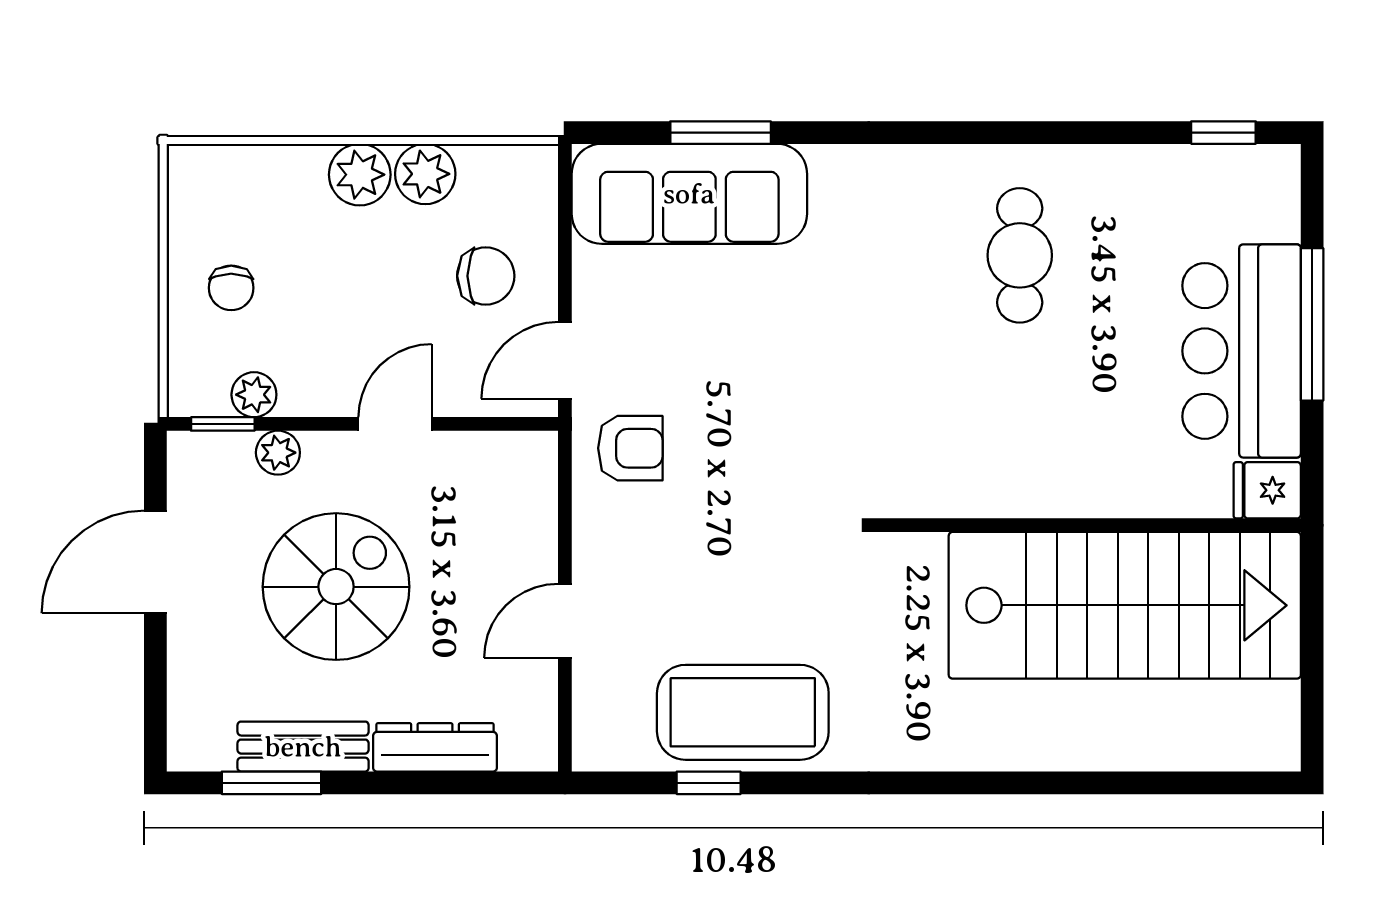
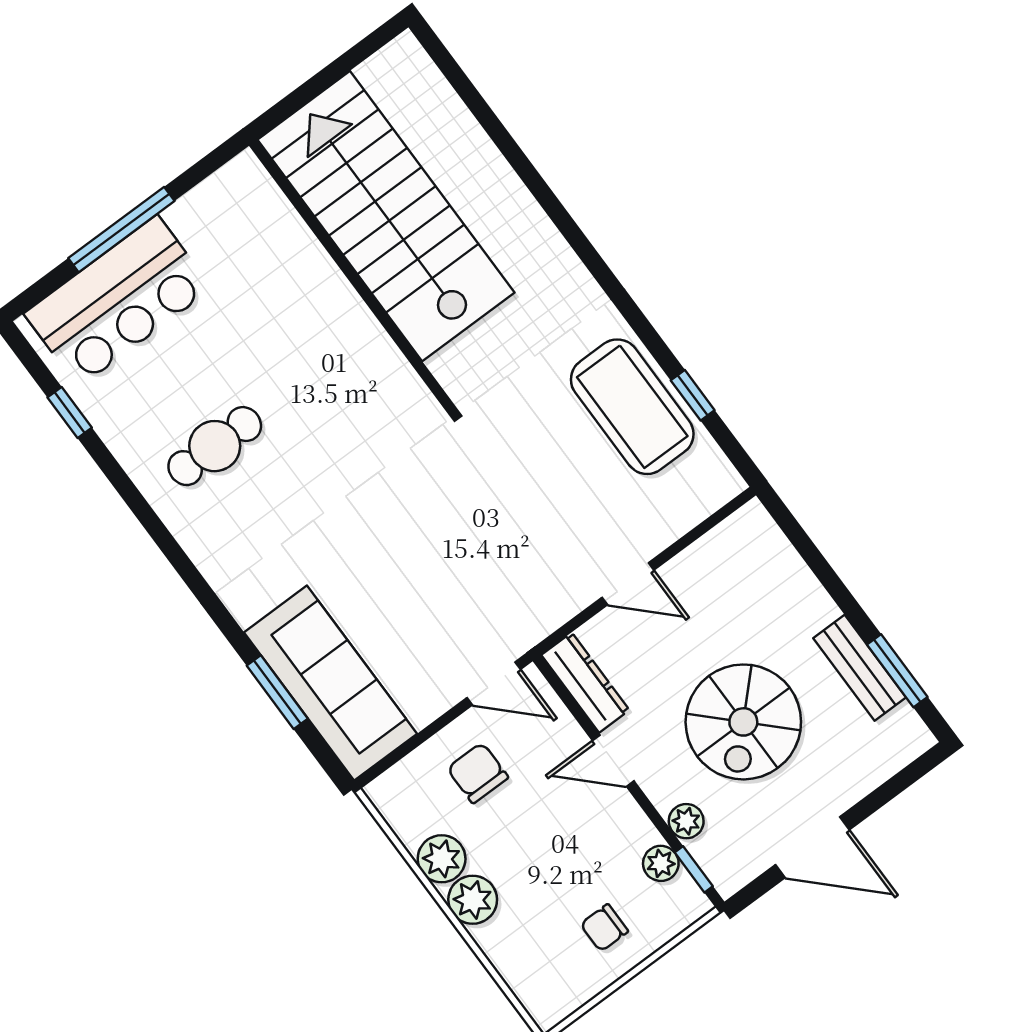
window: (1223, 133) -> (70, 412), moved
chair: (231, 288) -> (604, 928), turned 180
bar counter: (1242, 351) -> (118, 301), moved
armchair: (630, 448) -> (518, 601), removed
fridge: (1267, 490) -> (247, 180), removed
spiral stairs: (336, 587) -> (743, 722), turned -90
door: (565, 621) -> (628, 584), moved
dresser: (435, 747) -> (585, 683), moved, turned 180

